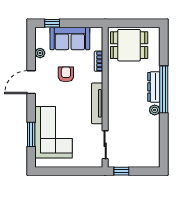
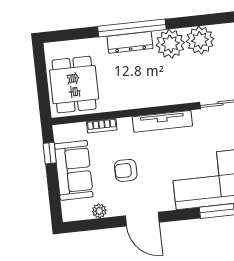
window: (52, 23) -> (50, 153), moved
plant: (155, 110) -> (170, 44), width x1.88, depth x1.88
plant: (150, 135) -> (200, 40), added

